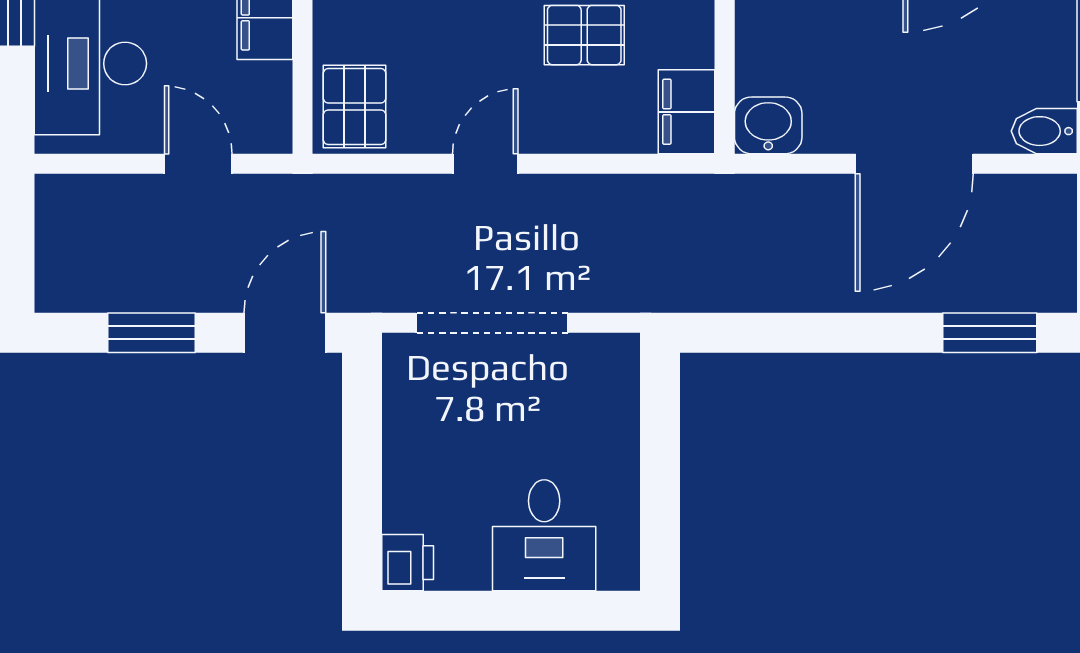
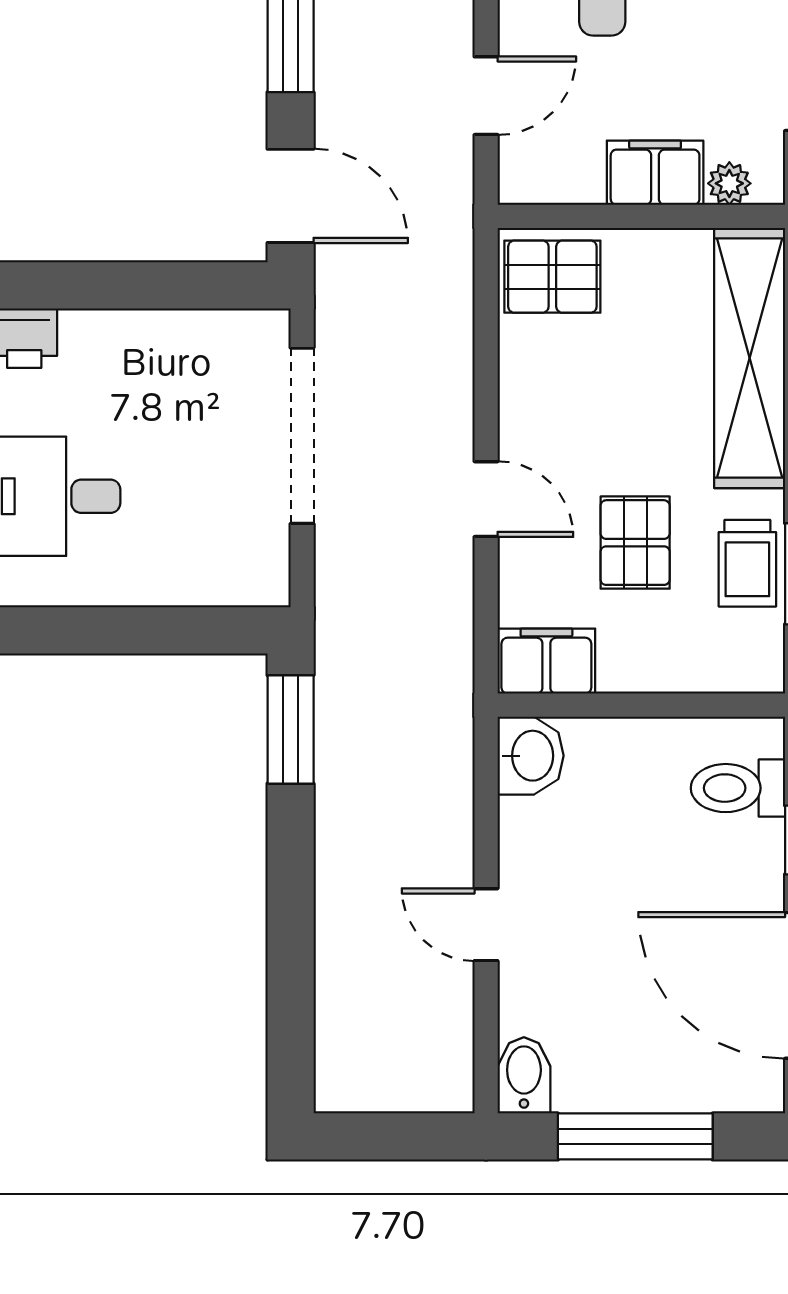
door: (485, 164) -> (486, 499), moved
door: (914, 164) -> (486, 925), width x0.53
window: (990, 333) -> (291, 729), moved

